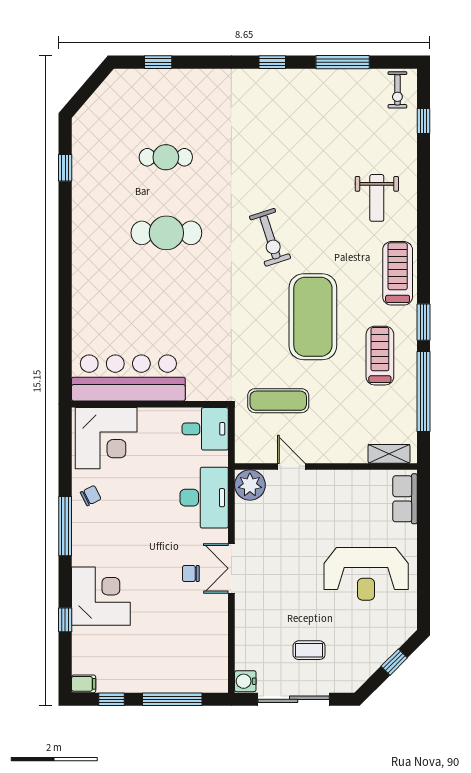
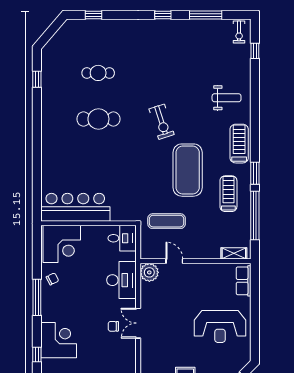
weight bench: (377, 198) -> (227, 98), turned -90

